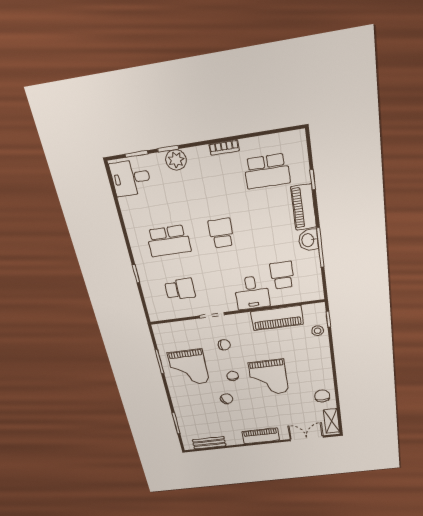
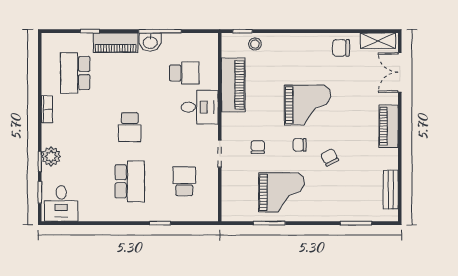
school desk: (267, 171) -> (75, 73), turned 180
school desk: (221, 233) -> (130, 127), turned -90
school desk: (282, 275) -> (184, 73), turned 180

